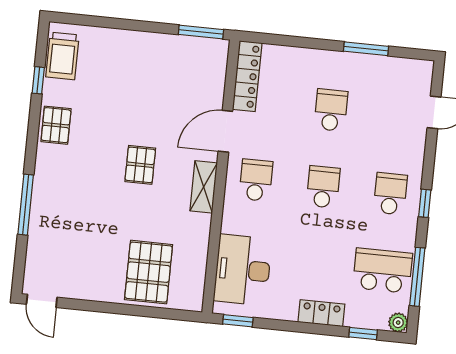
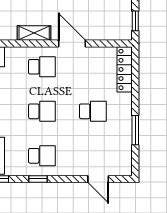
window: (201, 32) -> (135, 21), width x0.67
locker: (247, 76) -> (125, 69), moved, turned 90

